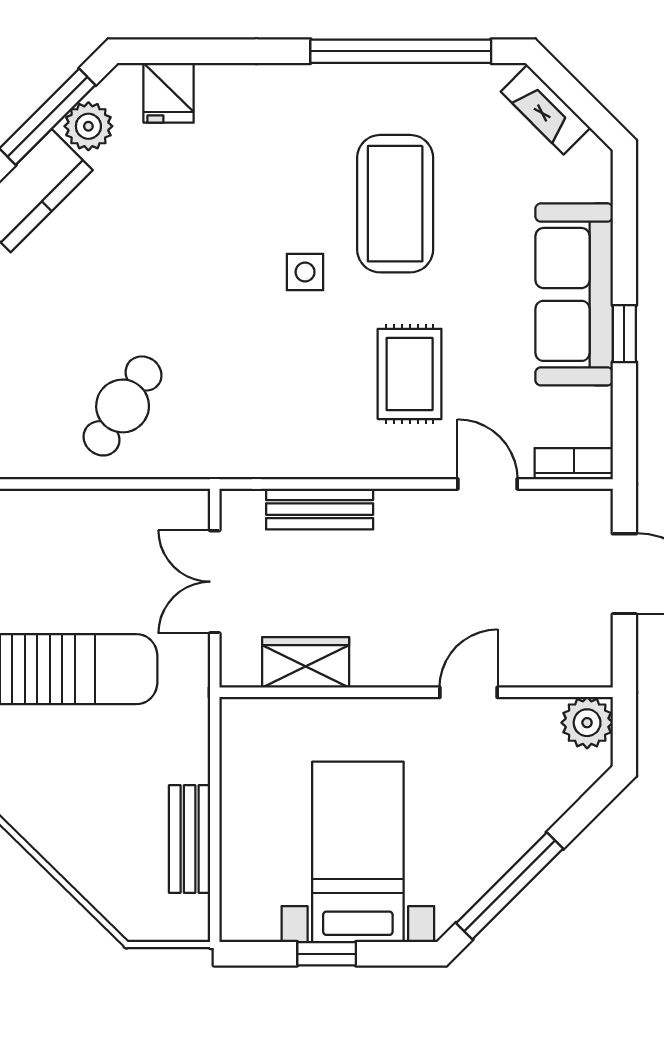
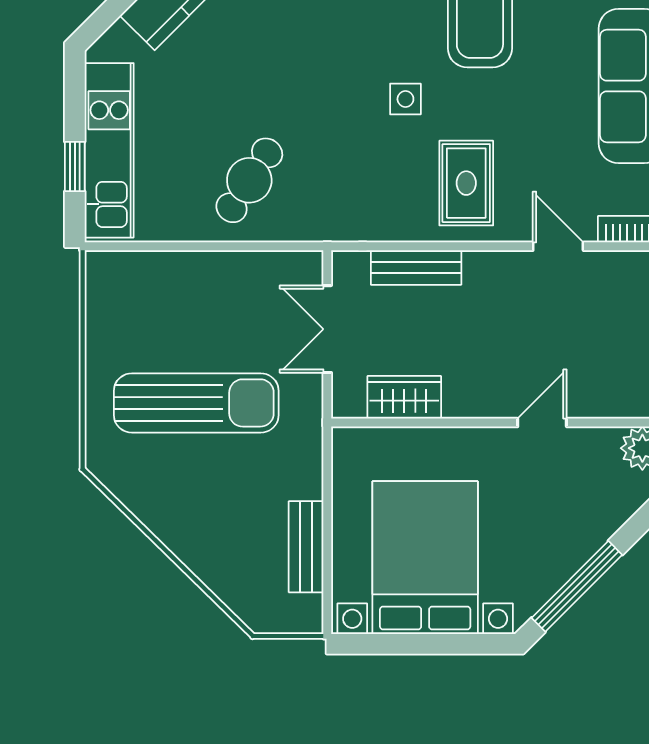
side table: (305, 272) -> (405, 99), moved
rug: (410, 374) -> (466, 183), moved
bed with nightstands: (358, 852) -> (425, 558), width x1.36
window: (327, 954) -> (422, 644), removed

